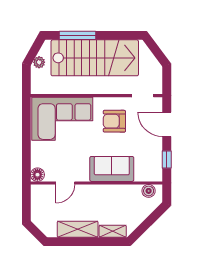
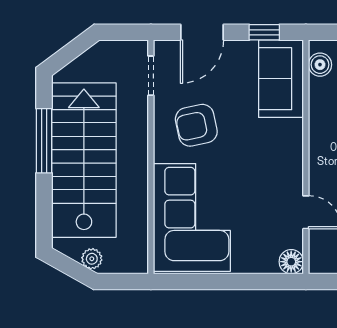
window: (78, 35) -> (44, 141), moved
armchair: (114, 121) -> (196, 125), turned 78
sofa: (112, 169) -> (281, 79), moved

